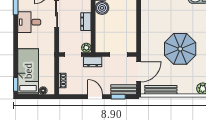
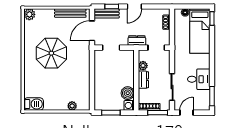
plant: (86, 48) -> (143, 66), moved
door: (95, 97) -> (134, 7), hinge flipped

